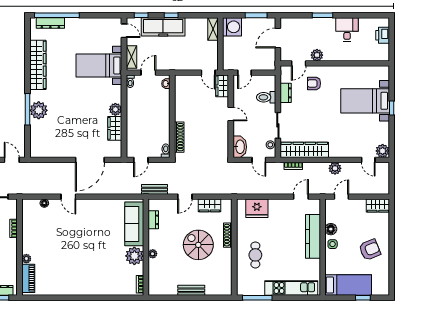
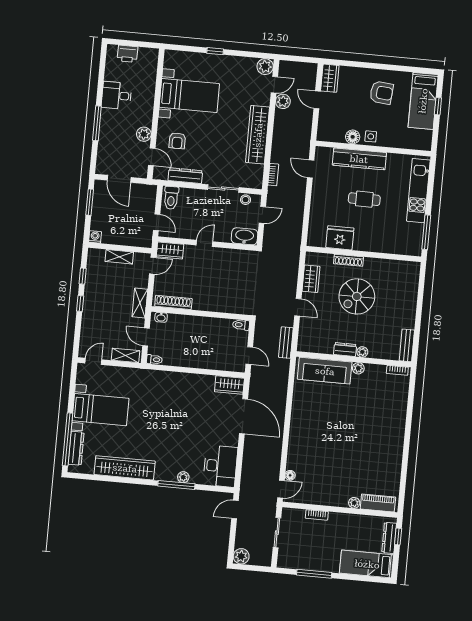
window: (141, 15) -> (83, 276), moved
window: (322, 15) -> (97, 123), width x1.44
freezer: (163, 27) -> (93, 314), removed
washing machine: (232, 27) -> (95, 237), width x0.53, depth x0.53
shelving: (213, 29) -> (119, 257), moved
bed with nightstands: (99, 65) -> (100, 410), moved, turned -90
shelving: (176, 65) -> (140, 303), added
dresser: (286, 93) -> (185, 176), width x1.44
toilet: (266, 97) -> (171, 198), moved
bed with nightstands: (365, 101) -> (189, 95), moved, turned -90
plant: (115, 109) -> (186, 380), removed
plant: (39, 110) -> (183, 477), width x0.53, depth x0.53
wardrobe: (115, 128) -> (229, 385), moved
shoe rack: (179, 137) -> (173, 302), moved
desk: (47, 144) -> (220, 466), added
wardrobe: (304, 150) -> (258, 135), moved
plant: (335, 168) -> (283, 101), moved
door: (68, 197) -> (281, 489), moved
door: (341, 197) -> (317, 100), moved
fridge: (257, 208) -> (340, 238), moved, turned -90
dresser: (153, 220) -> (345, 350), moved
armchair: (370, 250) -> (381, 93), turned 117
cafe table: (255, 255) -> (364, 199), moved
plant: (134, 256) -> (358, 368), width x0.53, depth x0.53
bed: (348, 285) -> (423, 101), moved, turned 180
bench: (191, 290) -> (407, 345), moved

